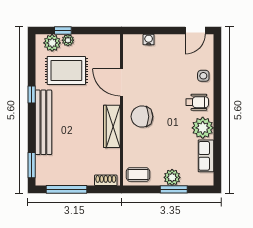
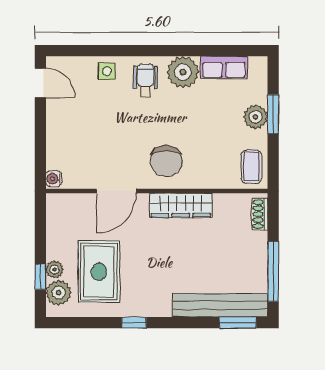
water cooler: (149, 40) -> (54, 179), moved
bench: (43, 122) -> (220, 305), moved

